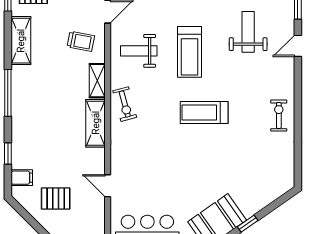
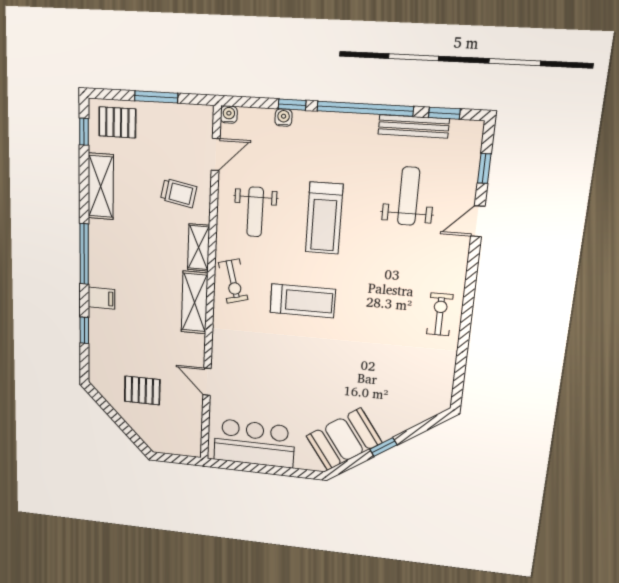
weight bench: (139, 51) -> (255, 212), turned -90
treadmill: (204, 112) -> (303, 301), moved, turned 180
filing cabinet: (22, 178) -> (102, 298), moved

